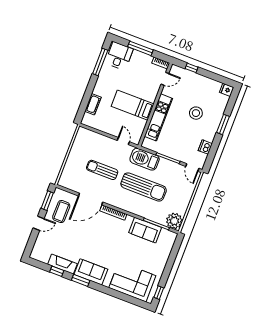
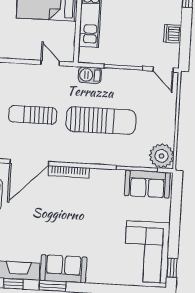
barbecue: (145, 159) -> (90, 75), width x0.53, depth x0.65
sofa: (145, 230) -> (147, 184), moved
corner sofa: (132, 282) -> (147, 252), moved, turned -90

